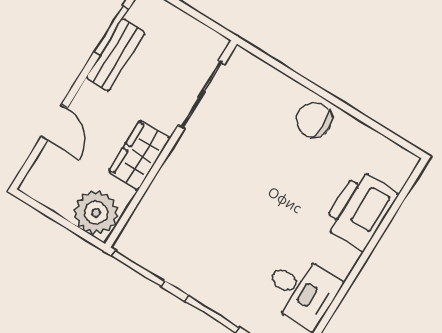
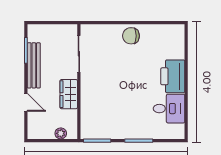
bench: (116, 55) -> (34, 65), width x1.36
printer: (360, 210) -> (173, 76), moved
plant: (96, 213) -> (61, 133), width x0.53, depth x0.53

